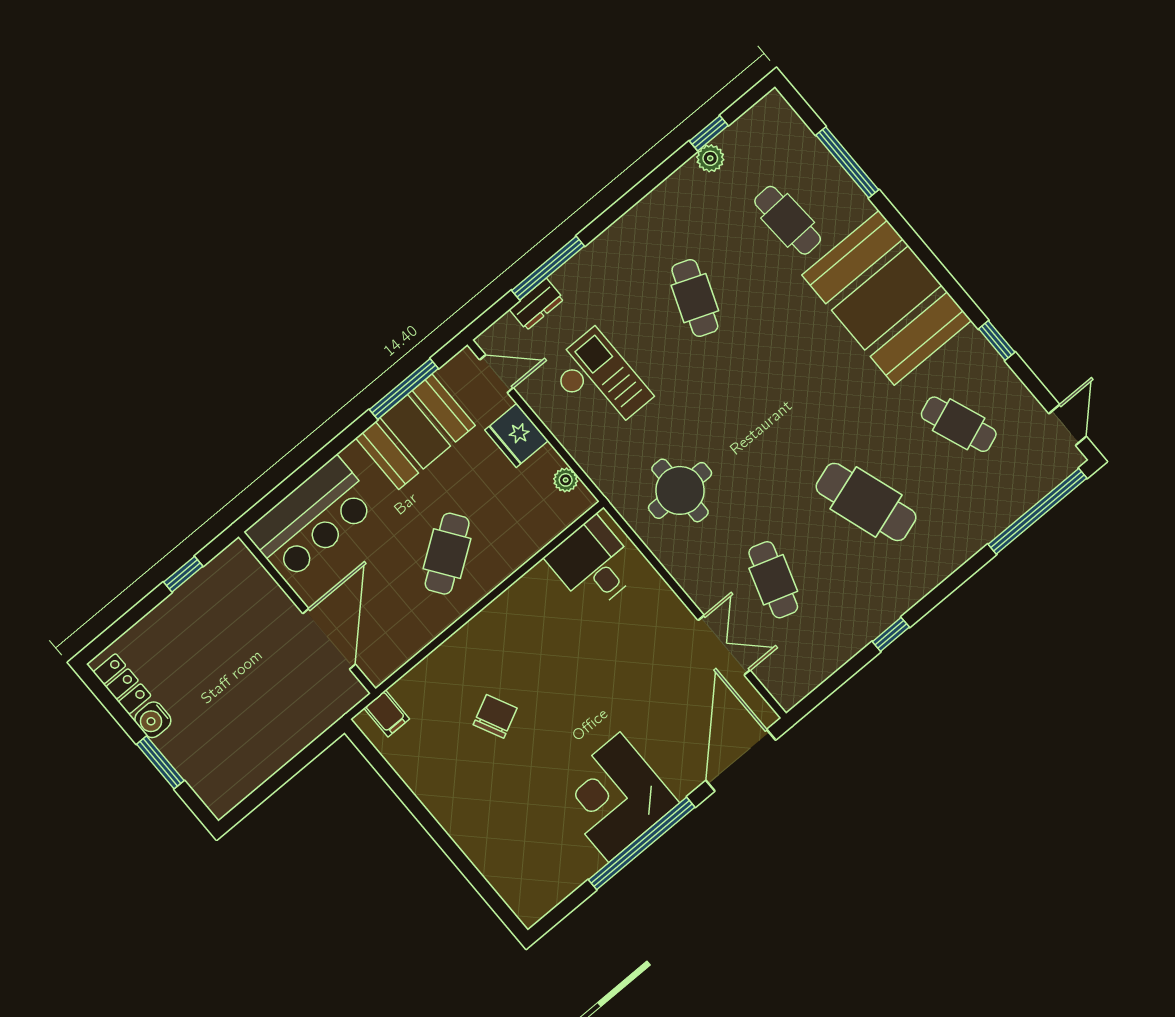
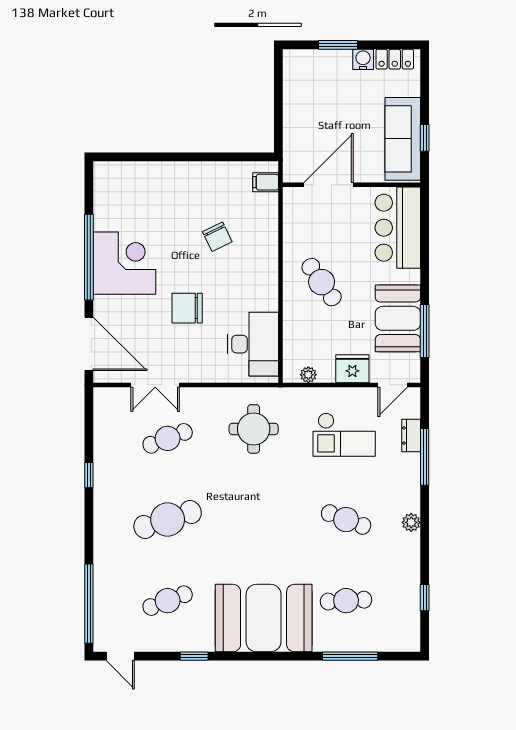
plant: (710, 158) -> (411, 522), moved
desk: (593, 564) -> (253, 344), width x1.37
cafe table: (773, 580) -> (168, 438), turned -39
sofa: (206, 598) -> (403, 139), added
door: (329, 639) -> (329, 185), swing flipped
chair: (606, 682) -> (187, 308), added

